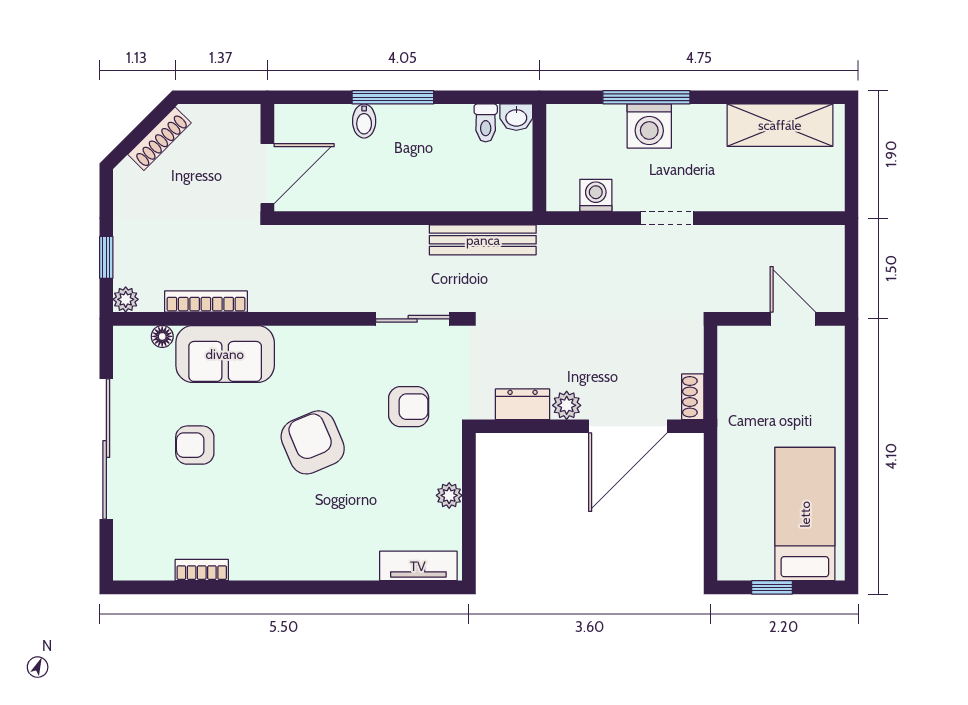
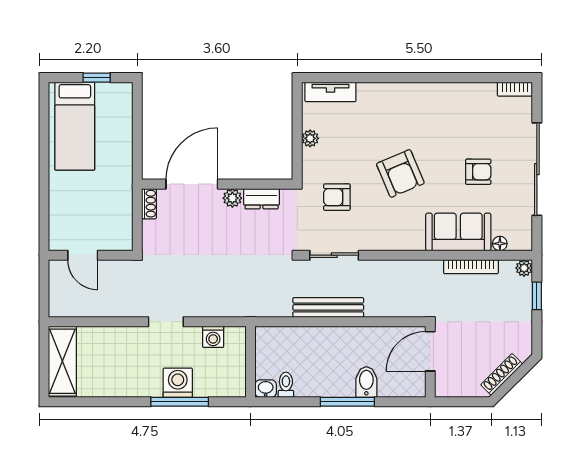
bidet: (364, 121) -> (366, 382), width x1.38, depth x1.36
shelving: (780, 125) -> (62, 361), moved, turned 90
bench: (483, 240) -> (328, 307), moved
bookcase: (202, 570) -> (515, 89), moved

